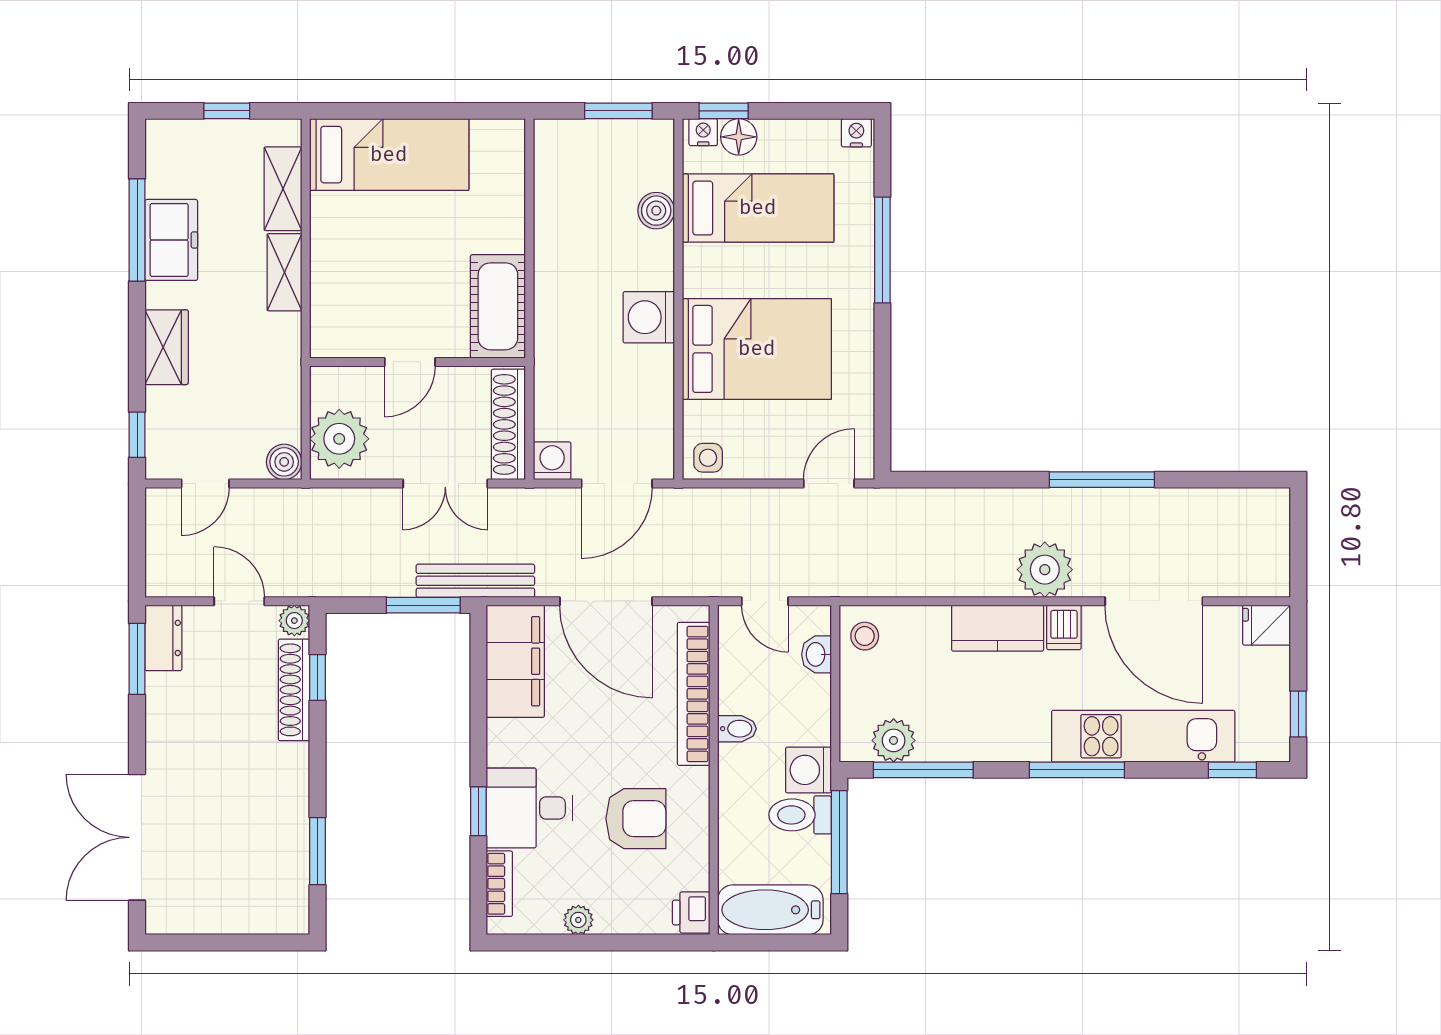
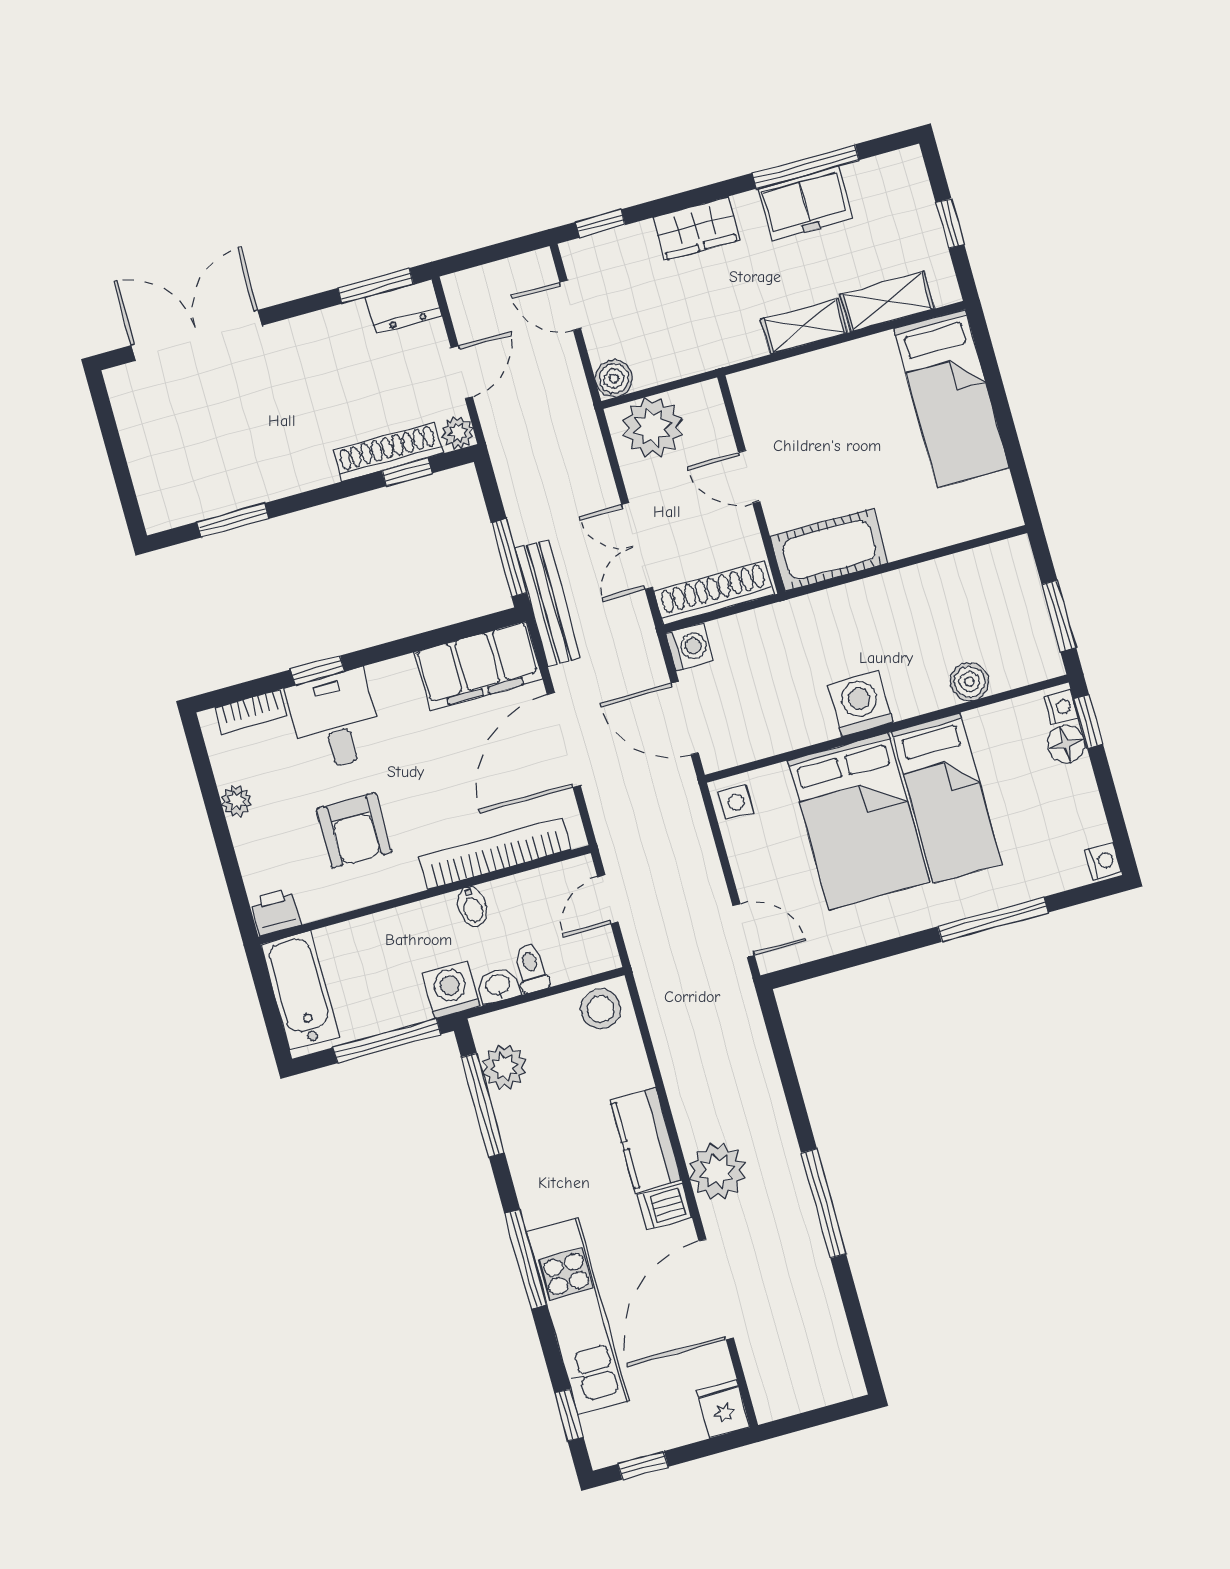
bed: (758, 208) -> (947, 798), moved
stool: (865, 636) -> (601, 1009), width x1.37, depth x1.37
washbasin: (816, 654) -> (498, 986), moved
toilet: (800, 815) -> (531, 968), moved, width x0.73, depth x0.72

